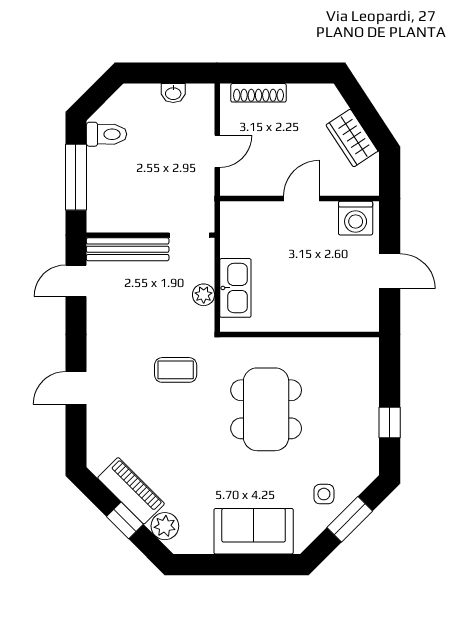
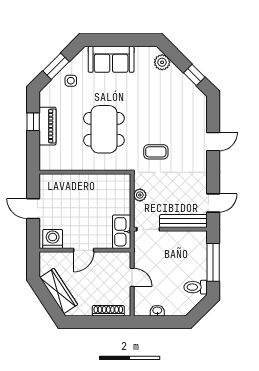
wardrobe: (352, 138) -> (59, 291), width x1.50
door: (217, 151) -> (132, 277), swing flipped
kitchen sink: (235, 288) -> (122, 232), moved
piano: (131, 491) -> (47, 126), moved, turned -135
window: (125, 520) -> (194, 75), moved

